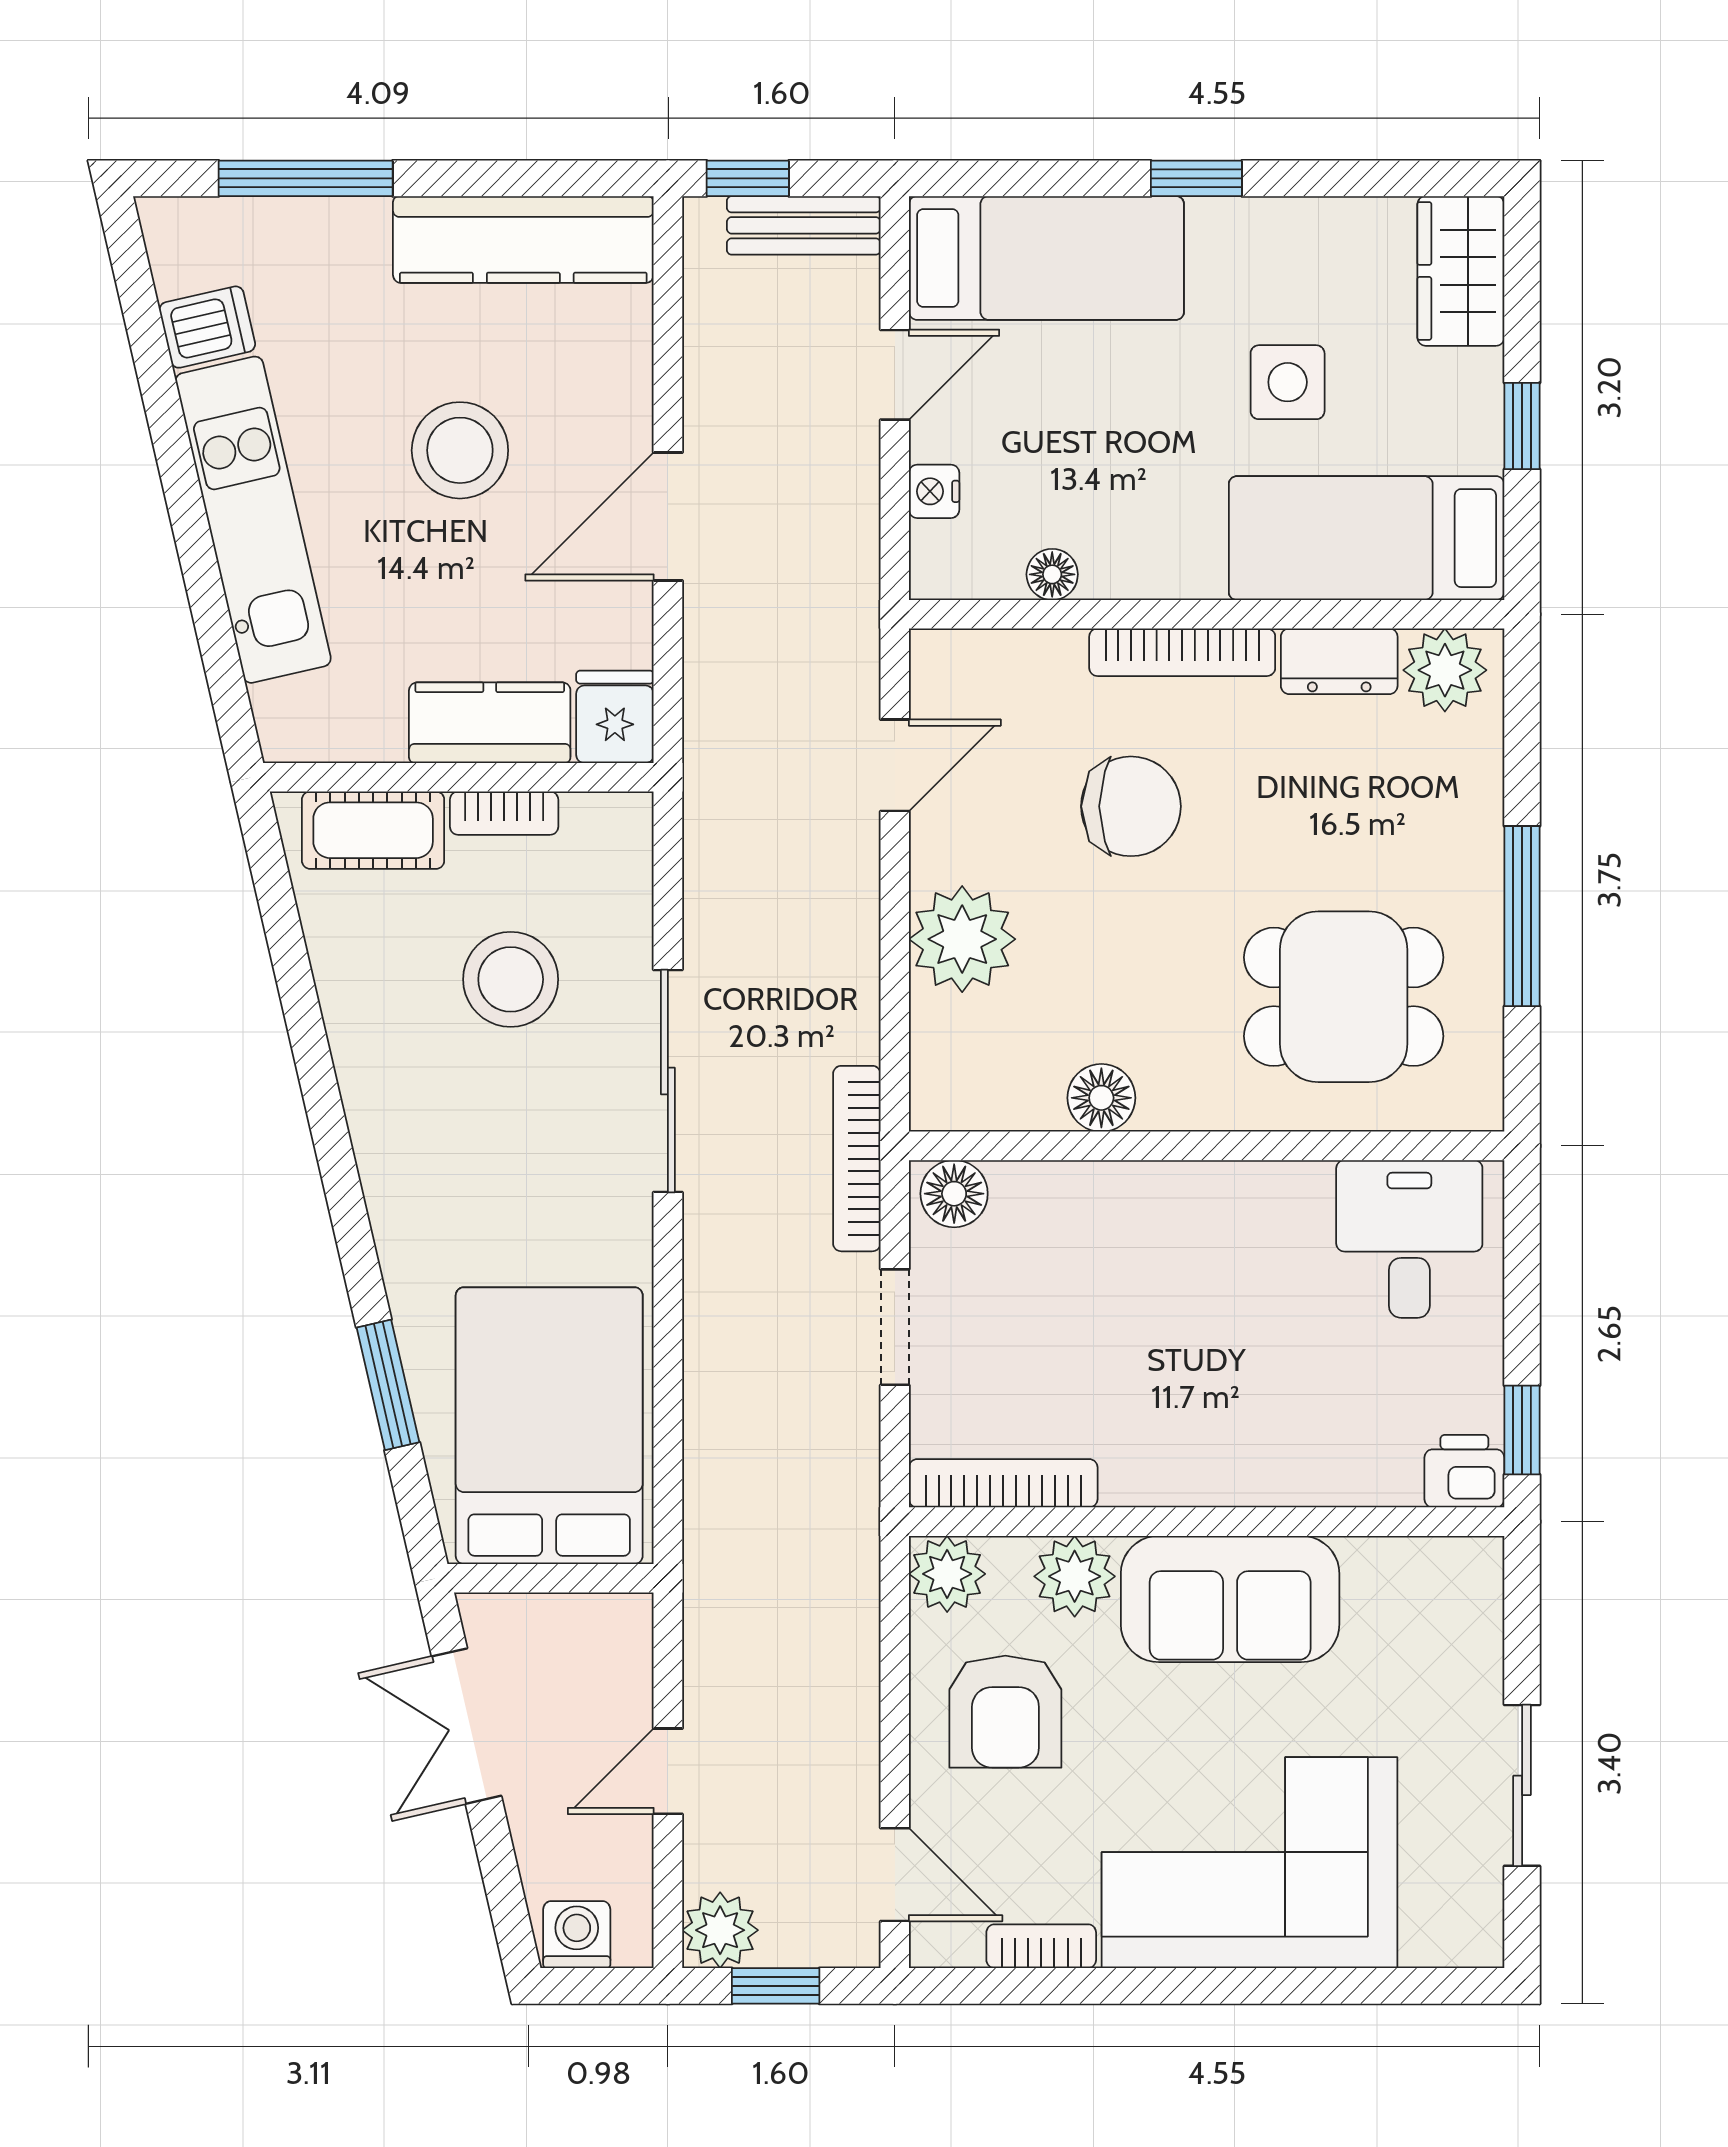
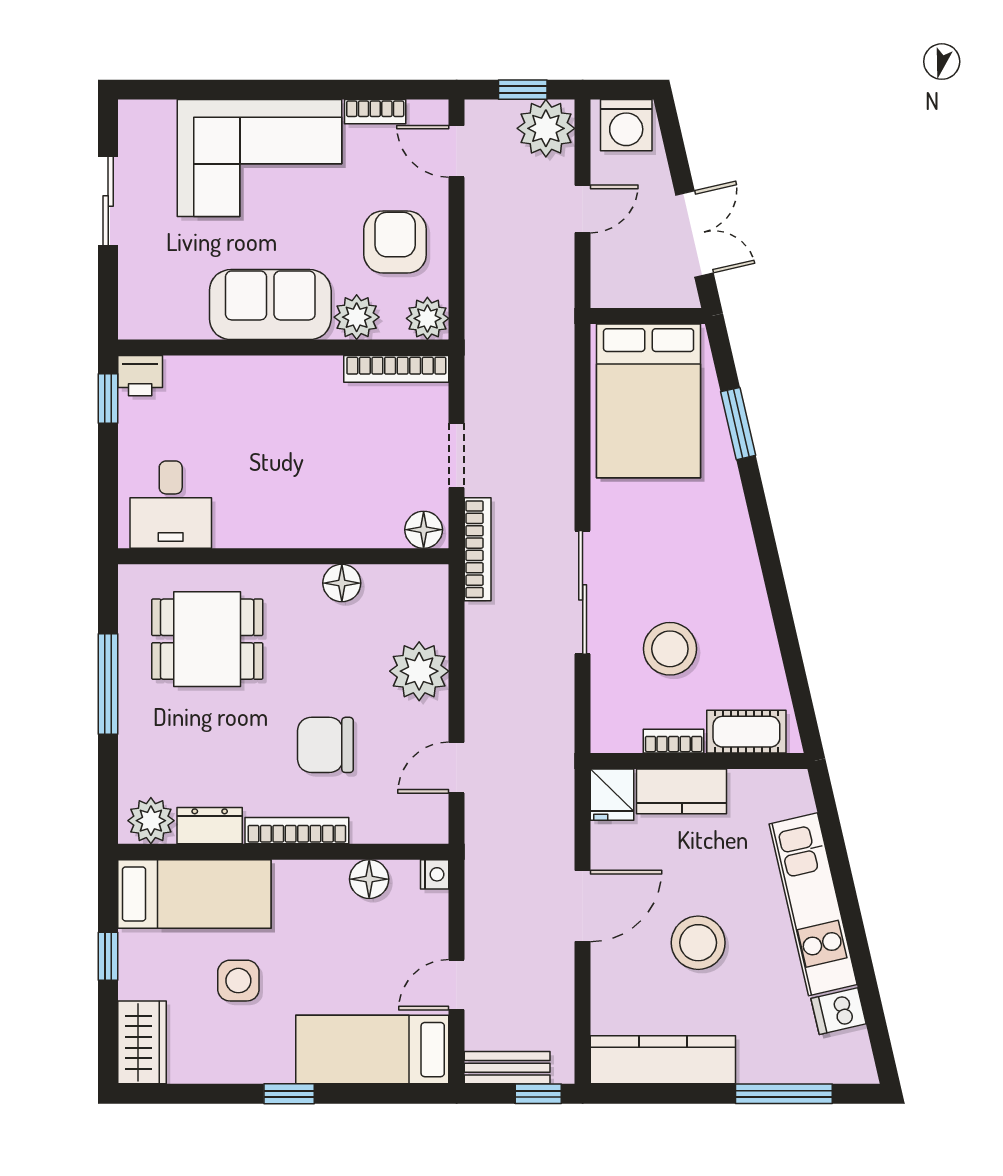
nightstand: (934, 491) -> (435, 874), moved
floor lamp: (1052, 574) -> (369, 879), width x1.37, depth x1.37
plant: (720, 1930) -> (546, 128), width x1.36, depth x1.36
washing machine: (577, 1935) -> (626, 125), width x1.38, depth x1.38

